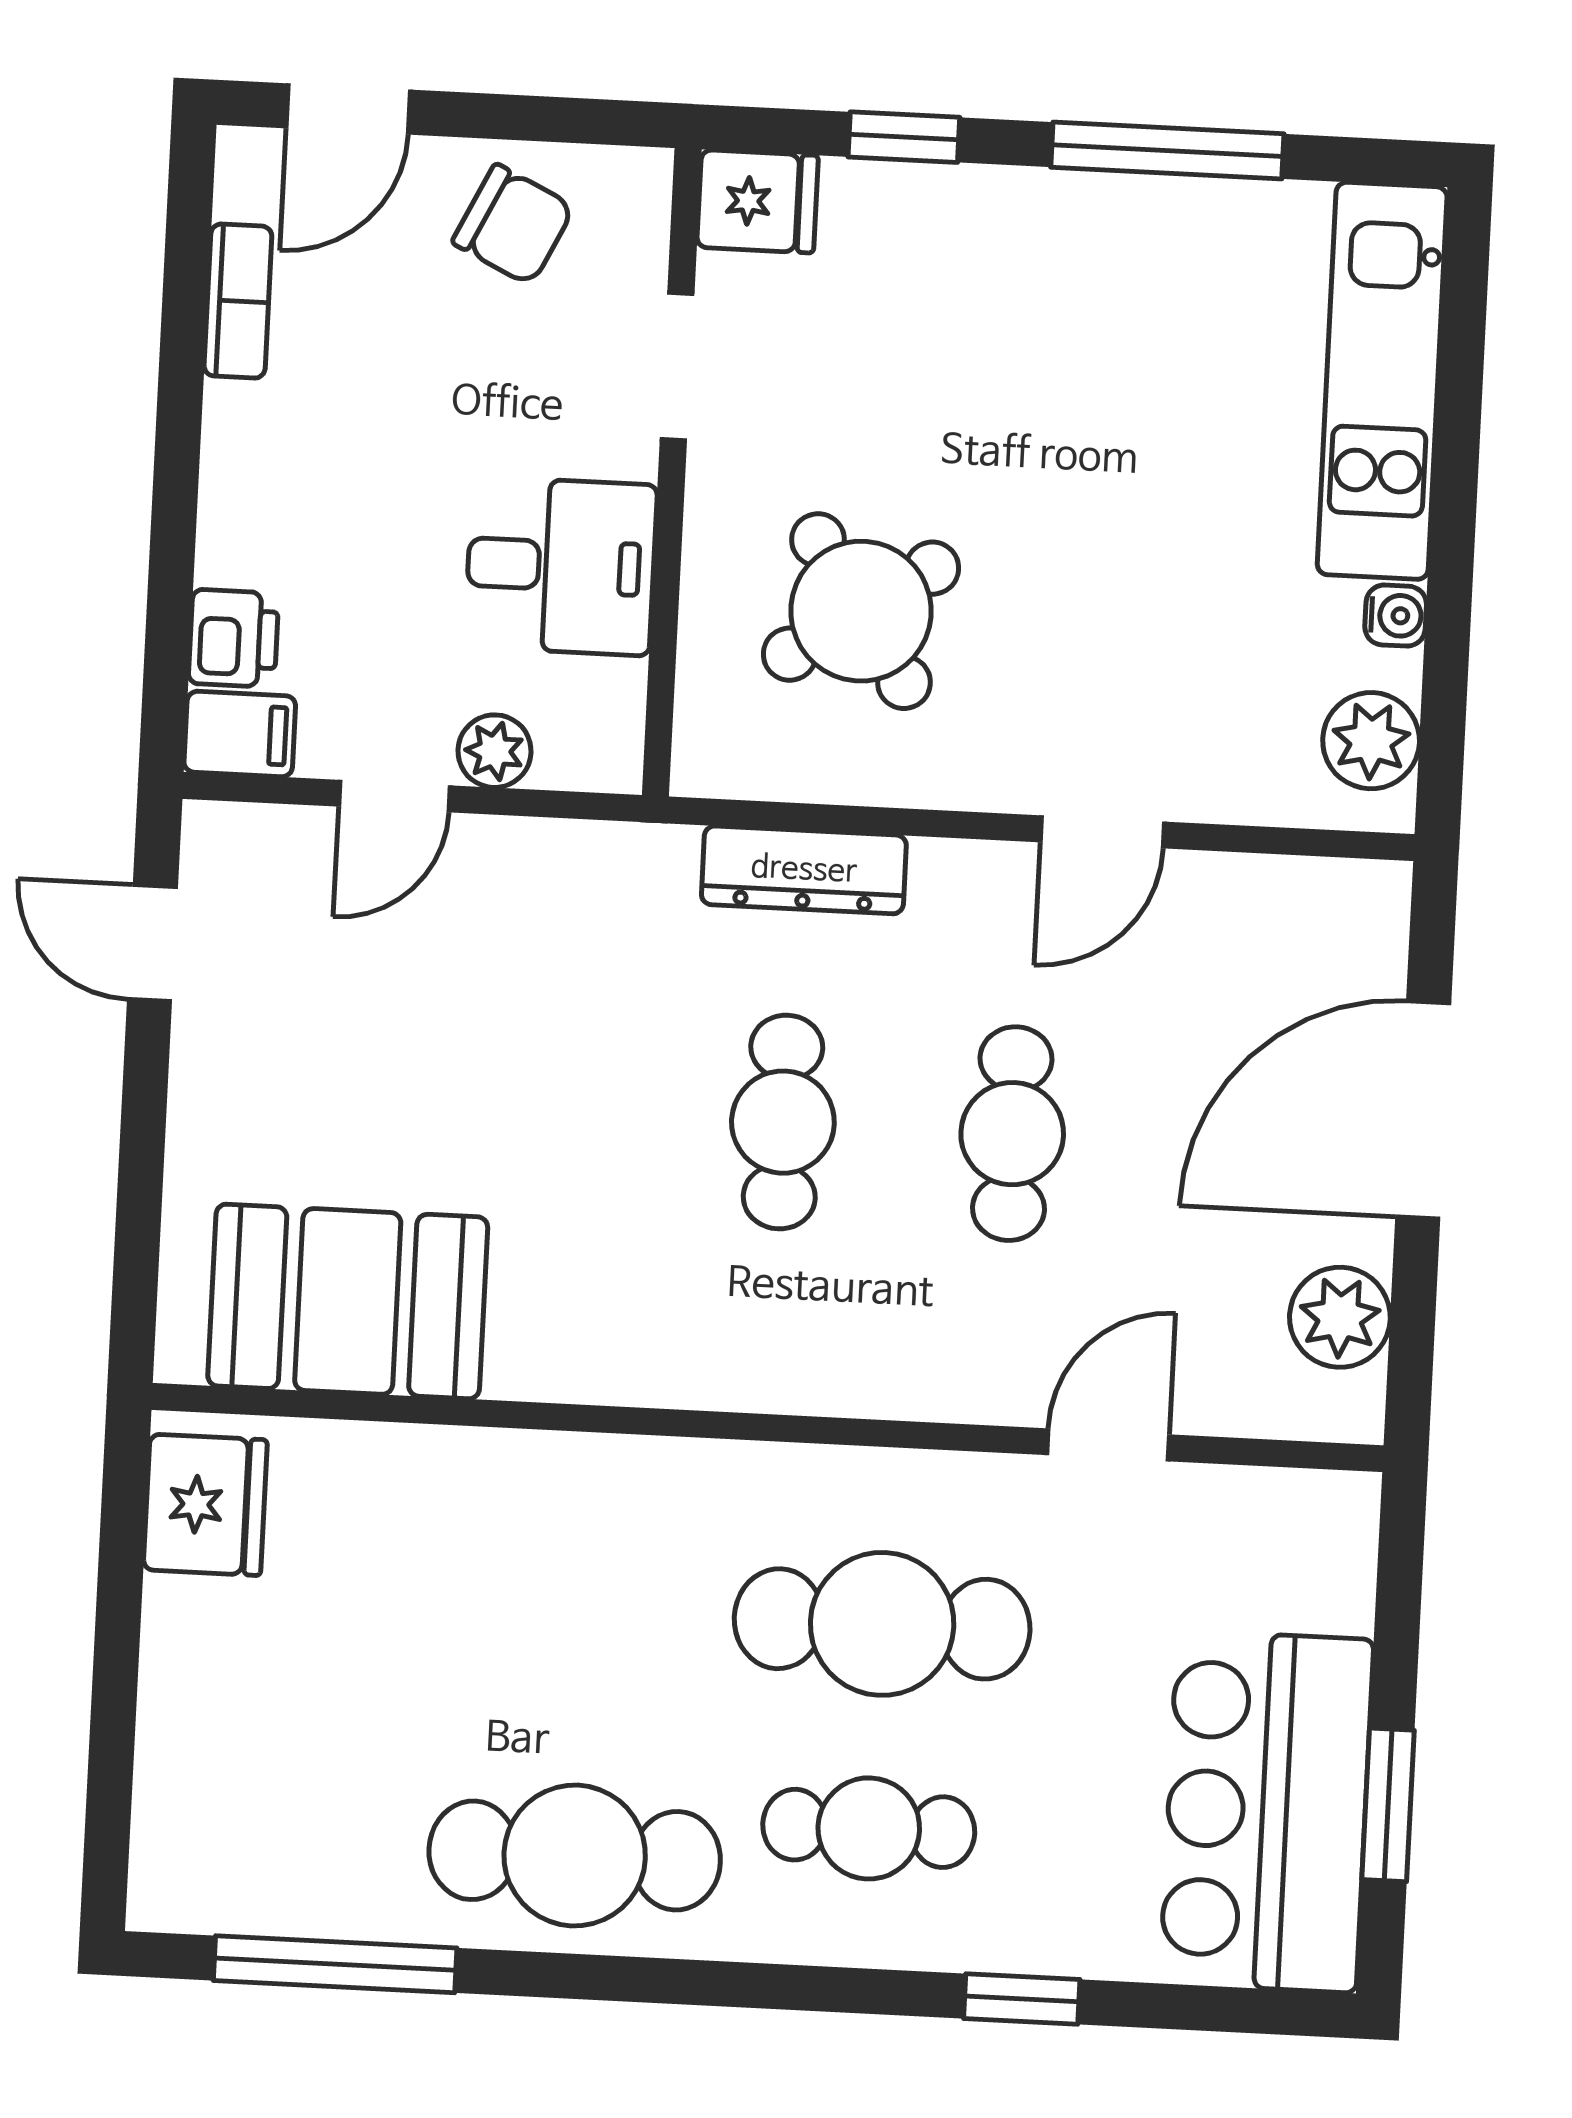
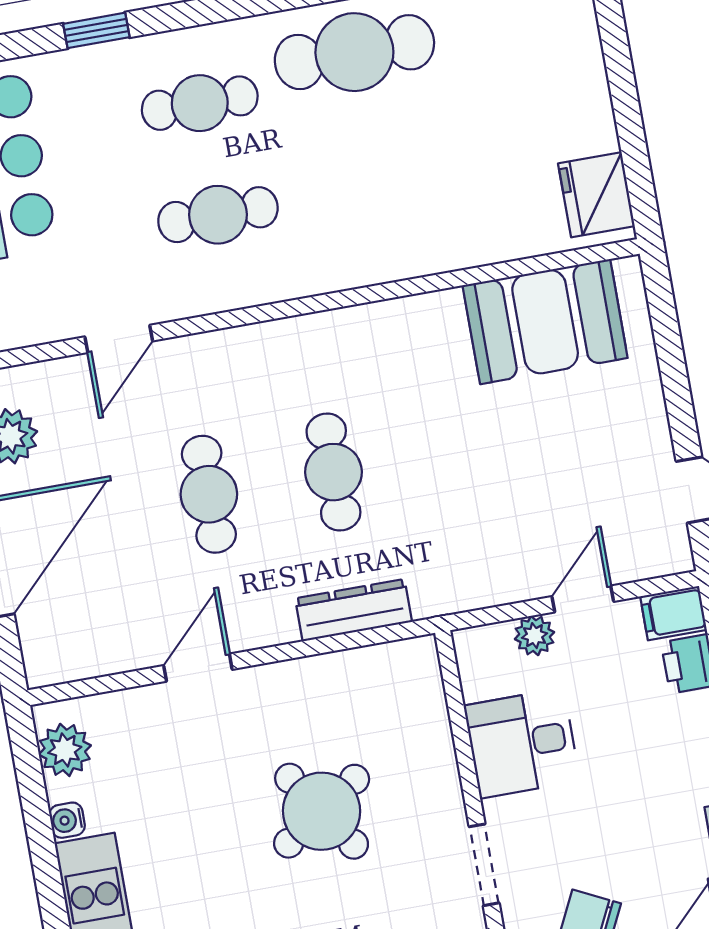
round table: (861, 611) -> (322, 811), moved
cafe table: (882, 1624) -> (218, 215), width x0.73, depth x0.74

